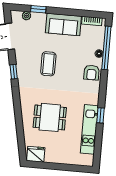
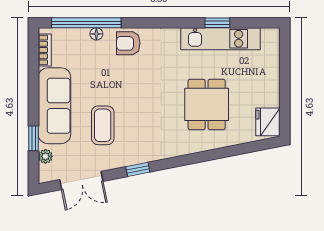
sofa: (63, 24) -> (54, 106), width x1.36
coffee table: (48, 64) -> (103, 125), moved, turned 90
armchair: (91, 73) -> (128, 43), turned 180
window: (100, 115) -> (217, 23), moved

